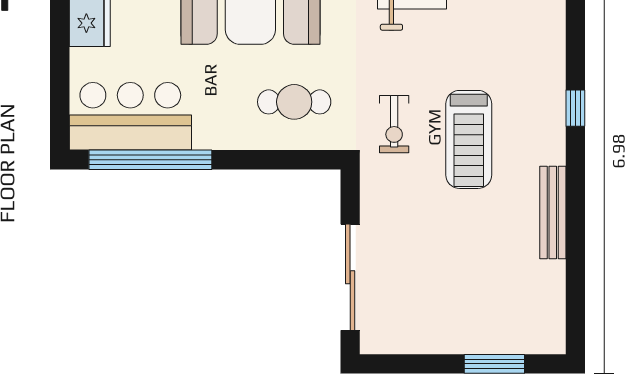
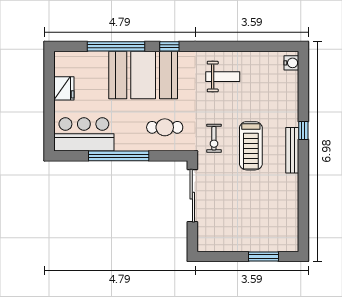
window: (150, 160) -> (119, 156), moved
bench: (553, 213) -> (292, 150), moved
sliding door: (350, 277) -> (192, 196), moved

